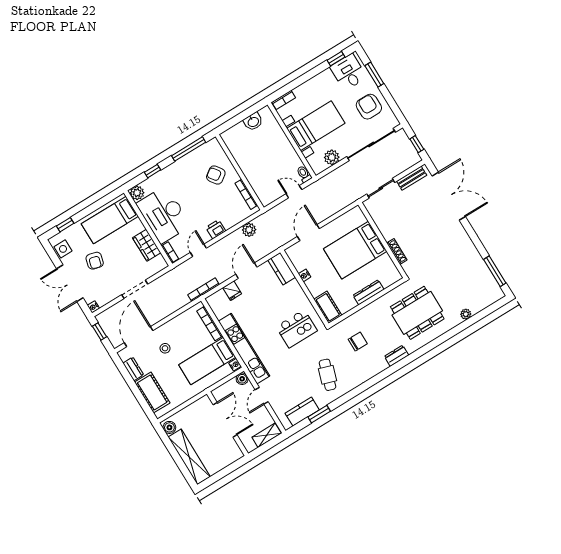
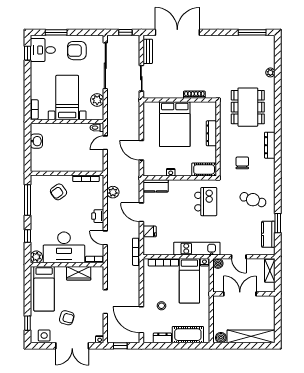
kitchen unit: (244, 349) -> (197, 249), width x0.73
dresser: (396, 356) -> (270, 145), width x1.44

